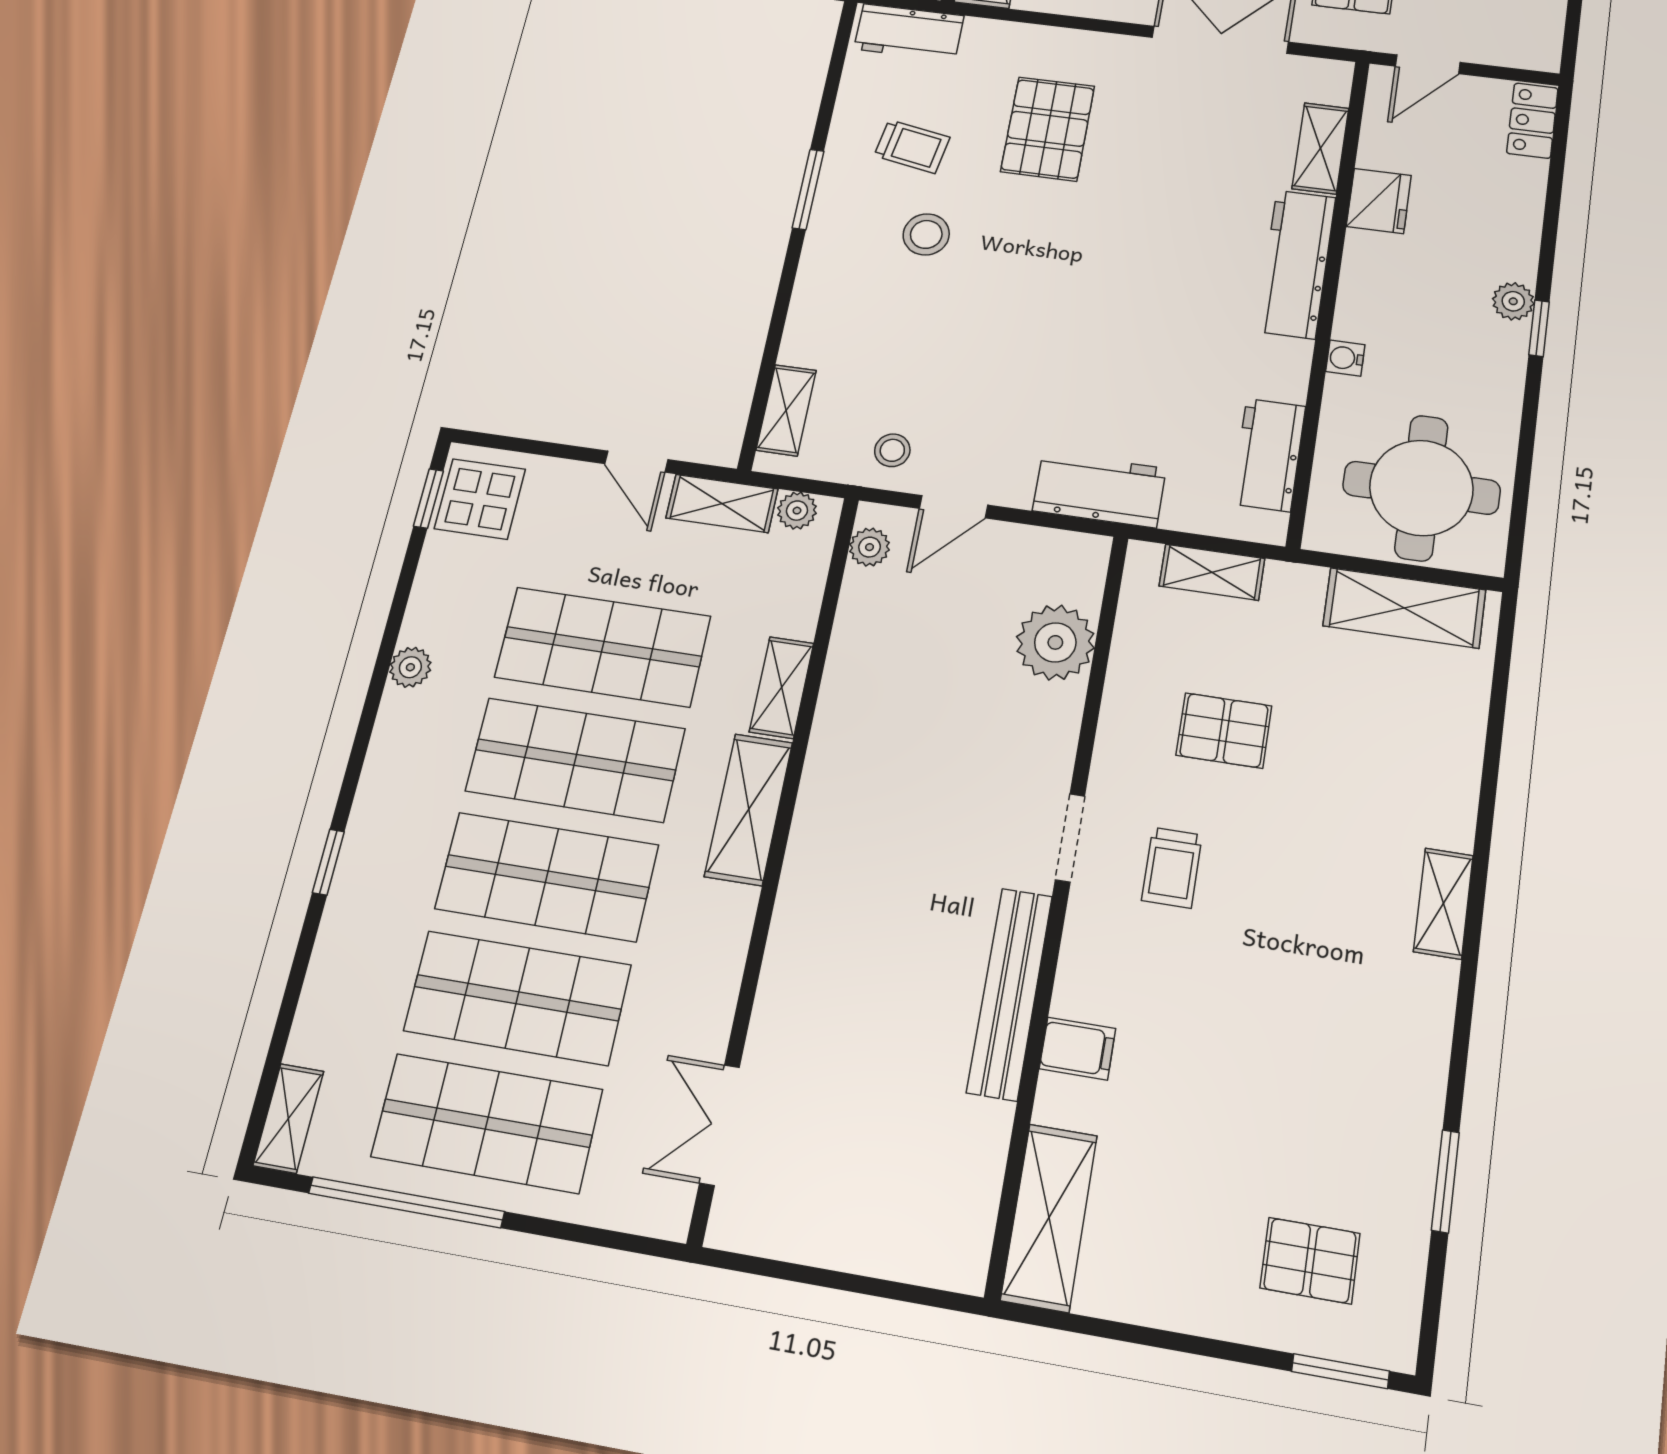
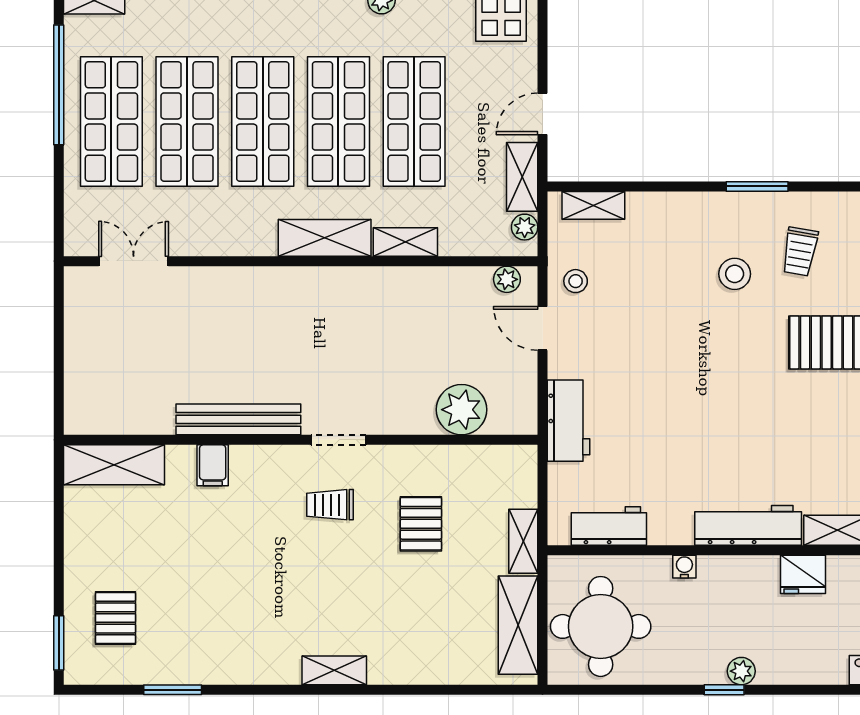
shelving: (1212, 572) -> (523, 541), moved

